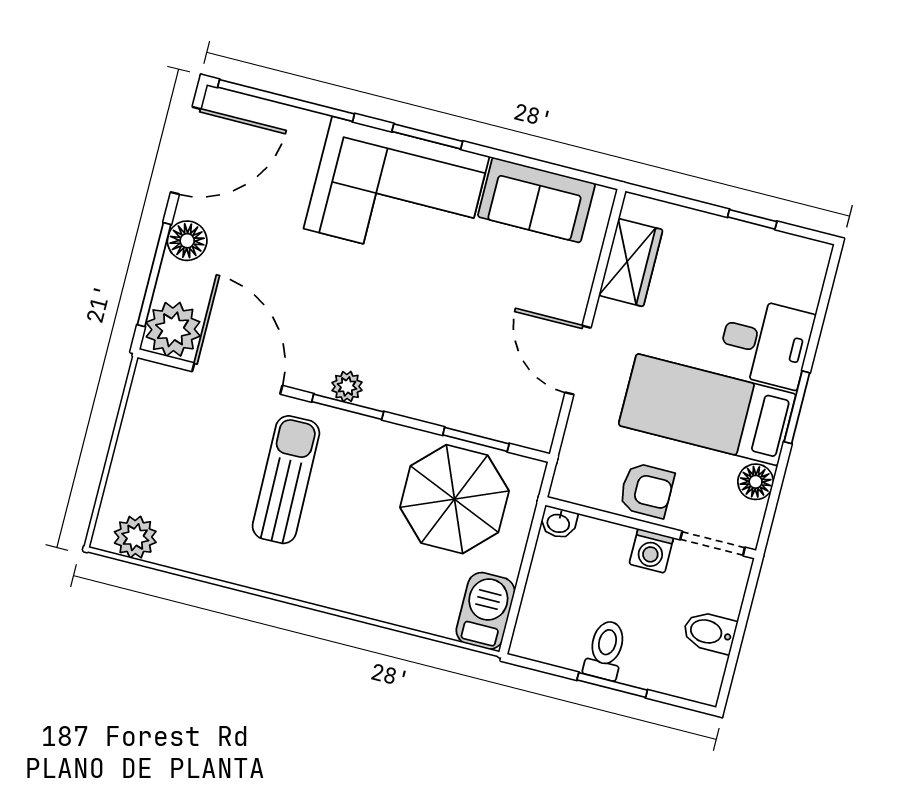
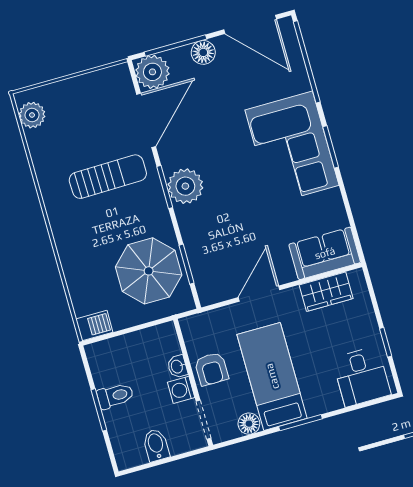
sofa: (536, 200) -> (325, 253), moved, turned 90
desk: (766, 343) -> (361, 376), moved
plant: (347, 386) -> (185, 186), width x1.87, depth x1.87
washbasin: (558, 523) -> (177, 366), moved
barbecue: (485, 611) -> (94, 326), width x0.73, depth x0.79

